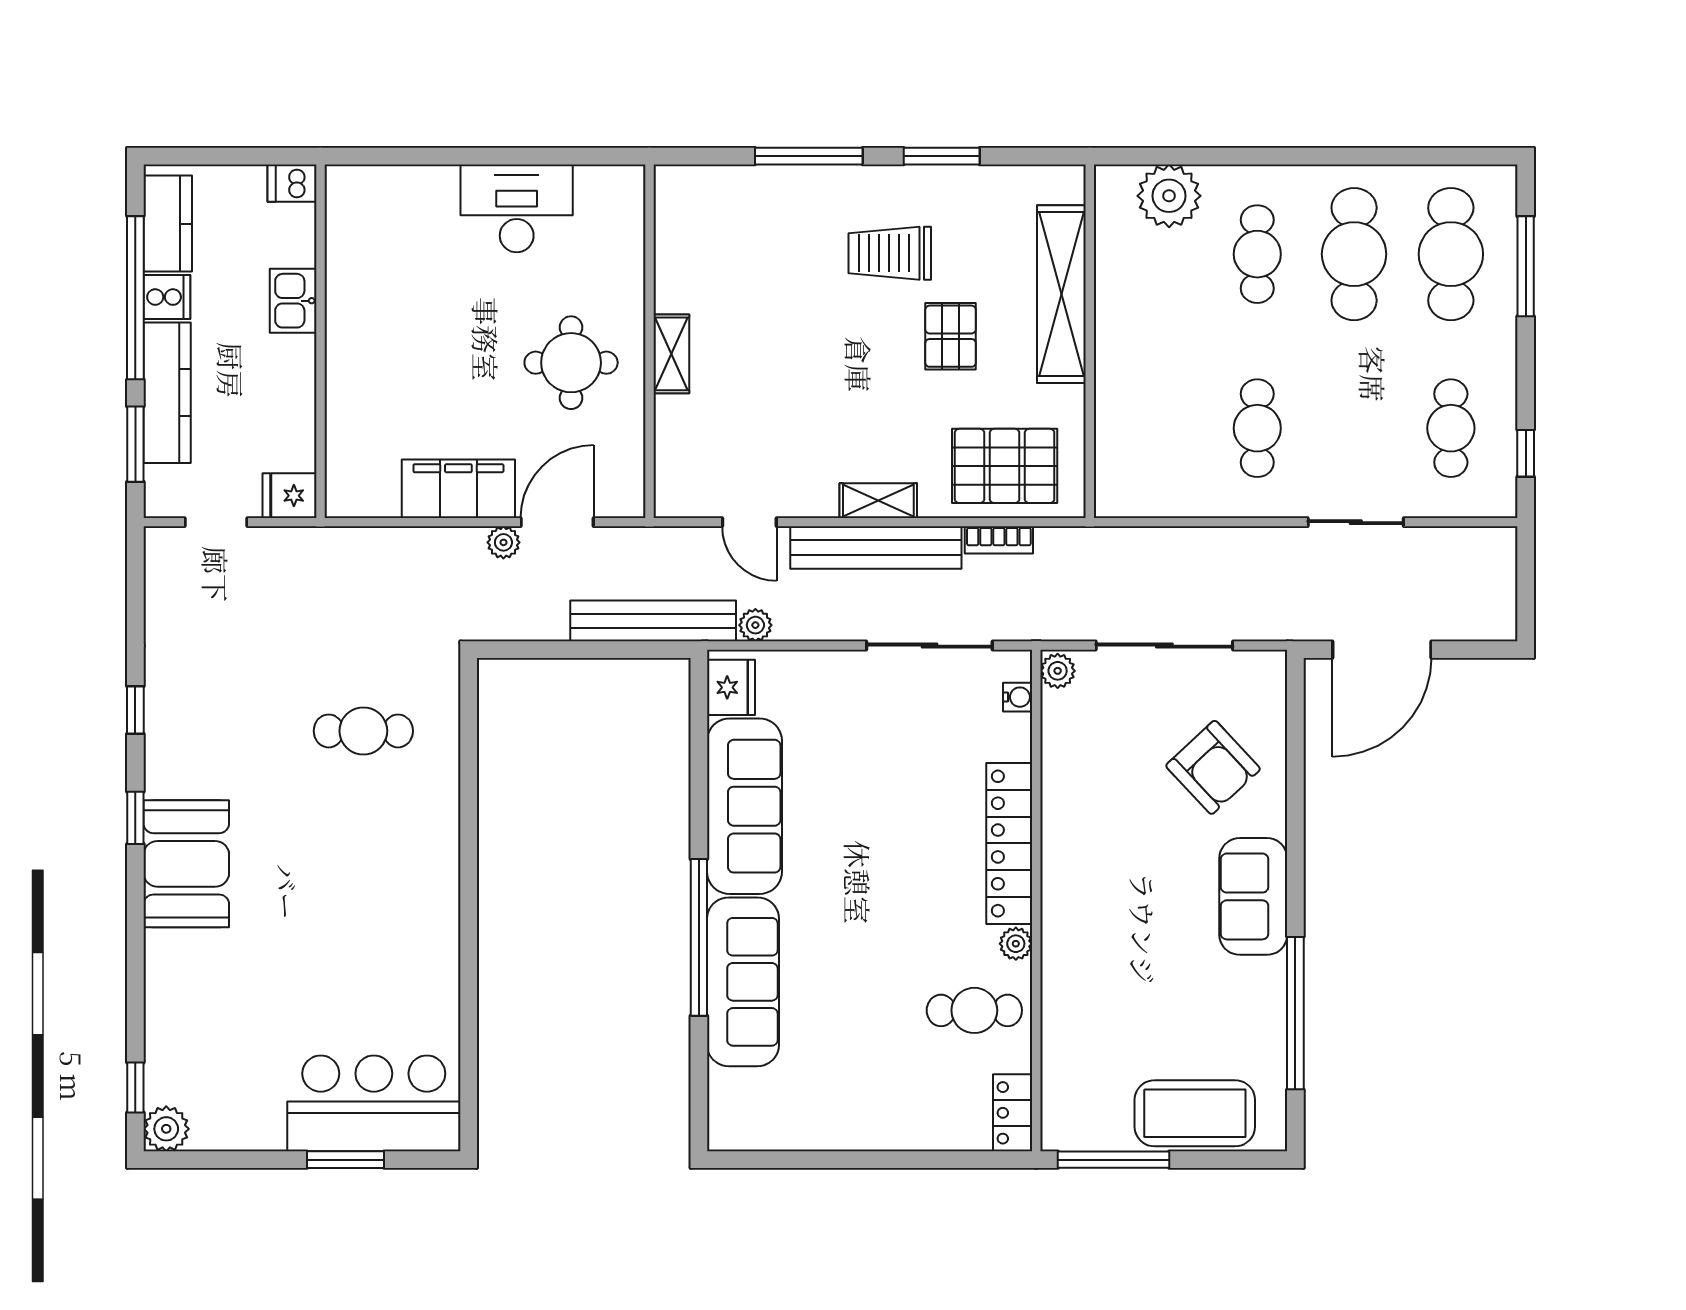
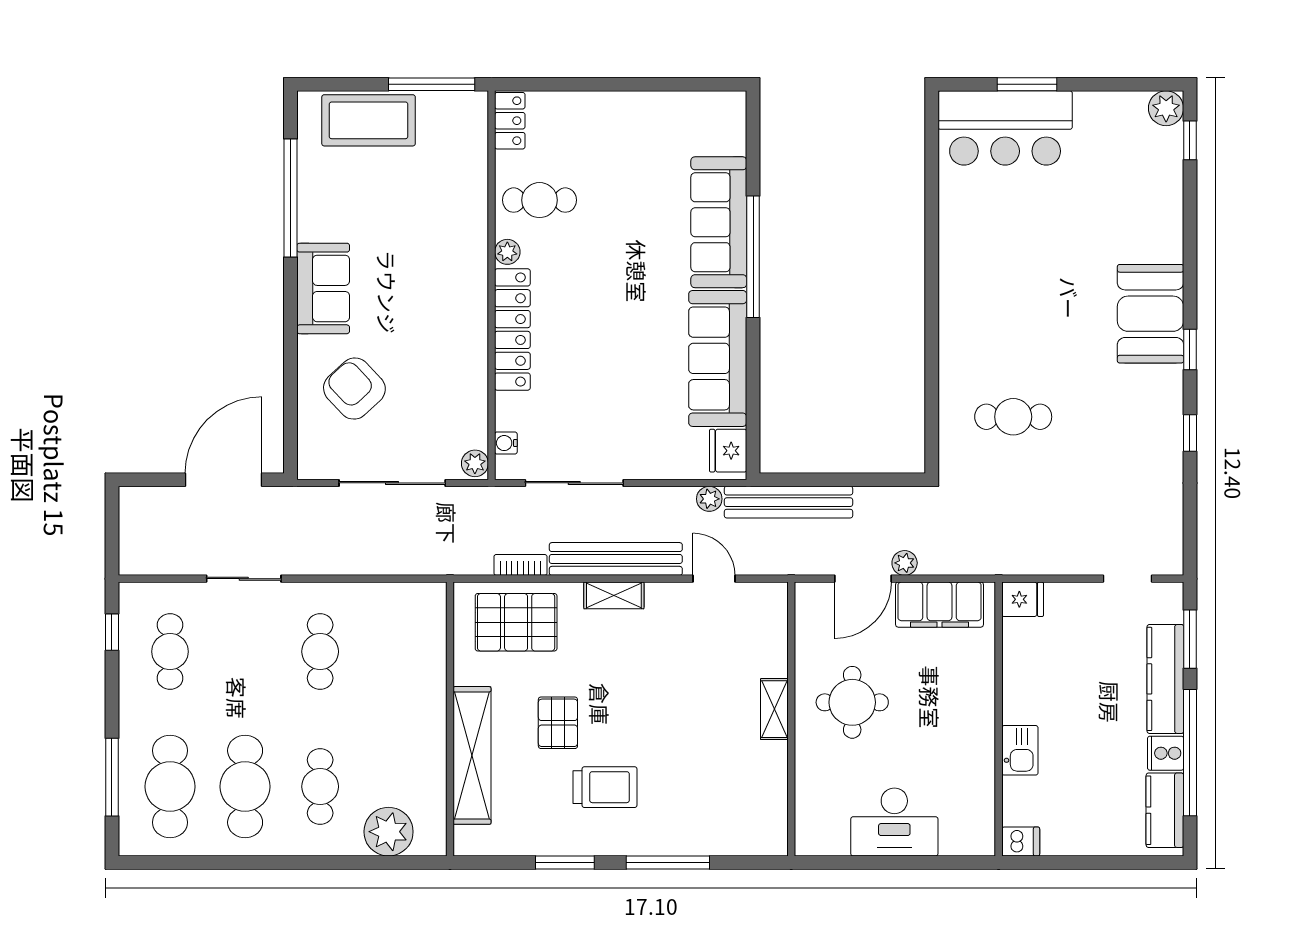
dishwasher: (292, 183) -> (1021, 842), moved
kitchen sink: (293, 301) -> (1020, 750), moved
wall: (320, 341) -> (999, 719), moved
fridge: (290, 496) -> (1023, 599), moved

